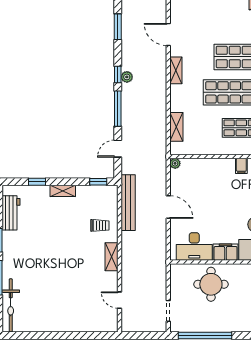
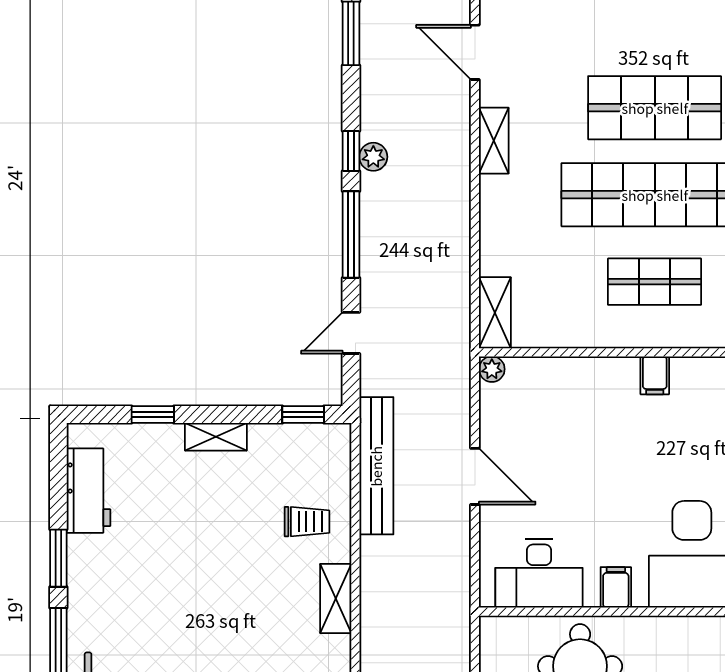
shelving: (176, 127) -> (495, 313), moved
filing cabinet: (226, 252) -> (616, 587), width x0.50

